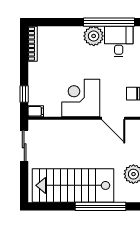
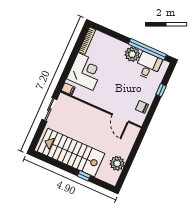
window: (24, 94) -> (65, 73), removed
corner desk: (81, 98) -> (85, 71), moved, turned 90
window: (100, 206) -> (84, 176), width x0.32

